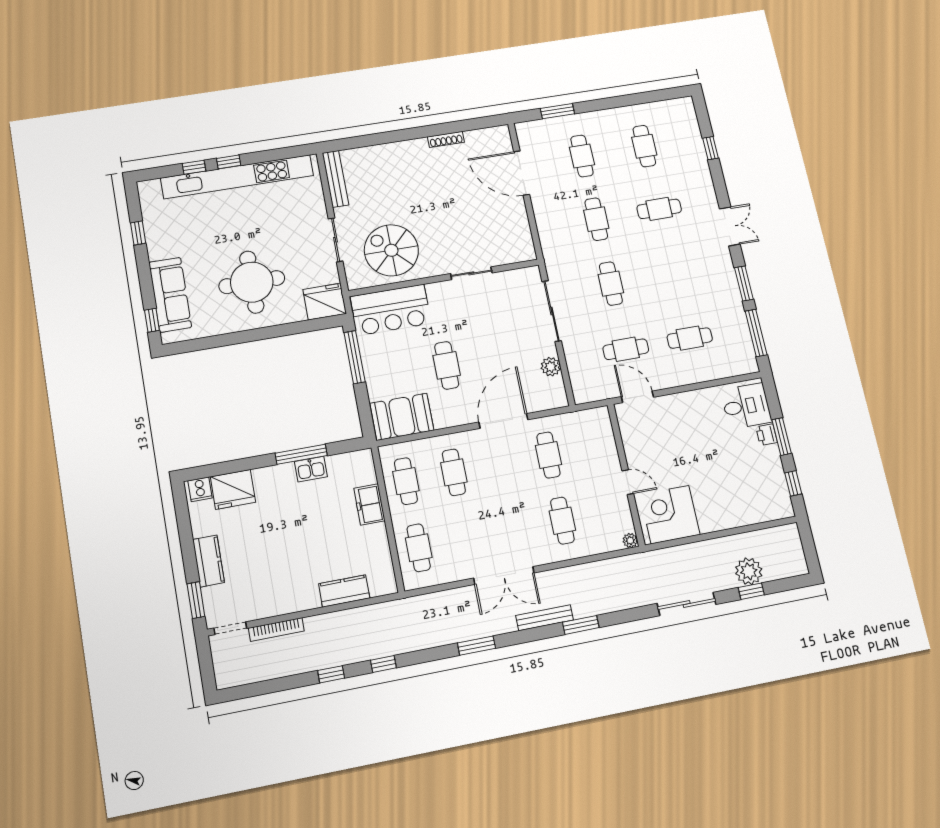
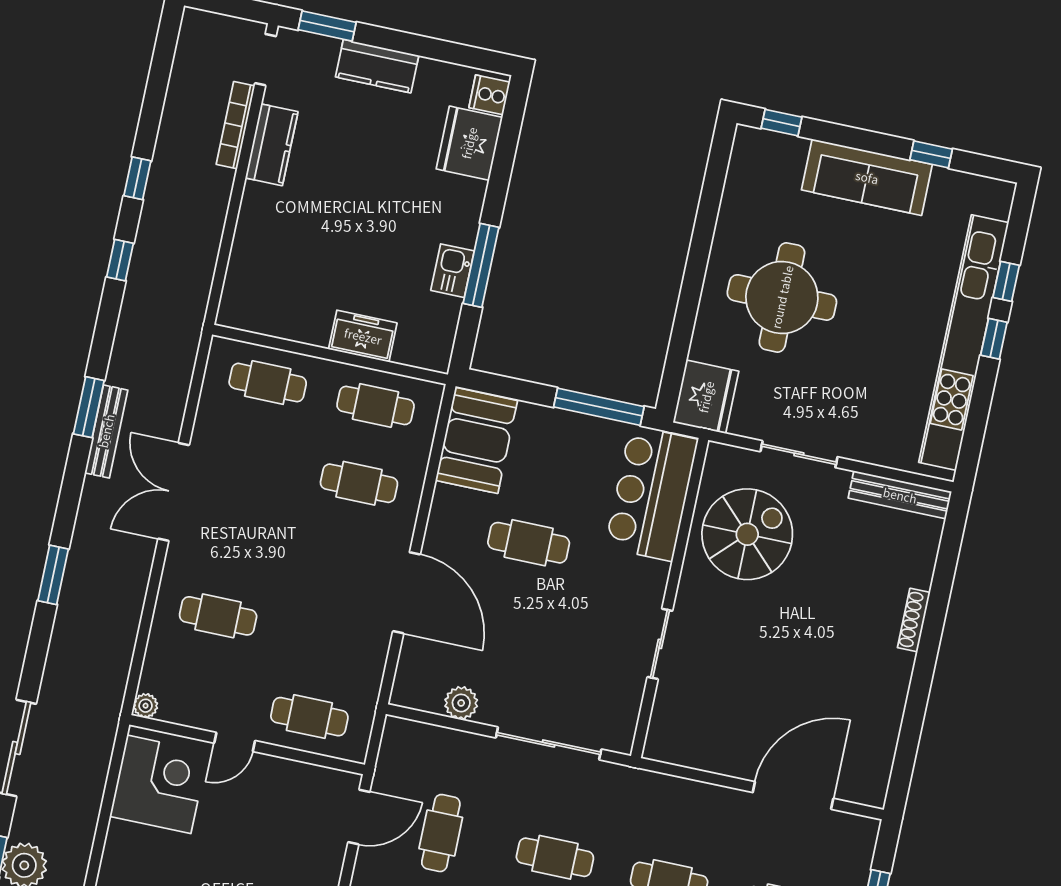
shoe rack: (446, 139) -> (914, 620), moved
sofa: (170, 295) -> (867, 177), moved
cafe table: (548, 455) -> (309, 717), moved
kitchen counter: (344, 591) -> (272, 145), moved
bench: (545, 618) -> (106, 431), moved

